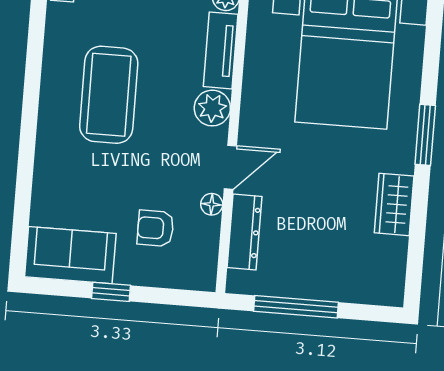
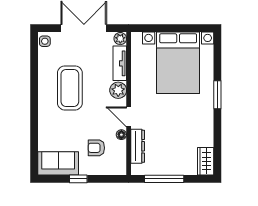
door: (230, 167) -> (129, 117), swing flipped
wardrobe: (394, 204) -> (206, 161), moved

